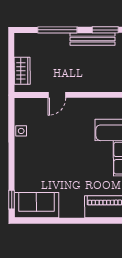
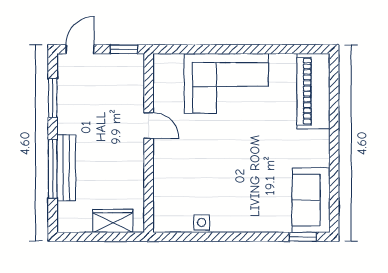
bench: (93, 39) -> (66, 168), moved
door: (57, 95) -> (149, 126), moved

